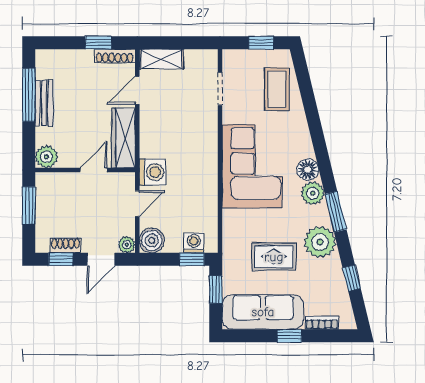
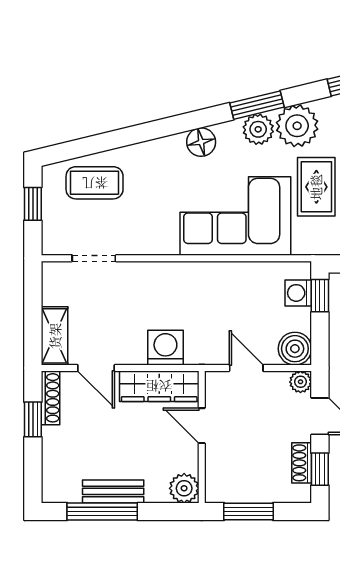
corner sofa: (252, 166) -> (235, 216), moved
washing machine: (153, 172) -> (165, 348), moved
plant: (313, 193) -> (258, 129), moved

